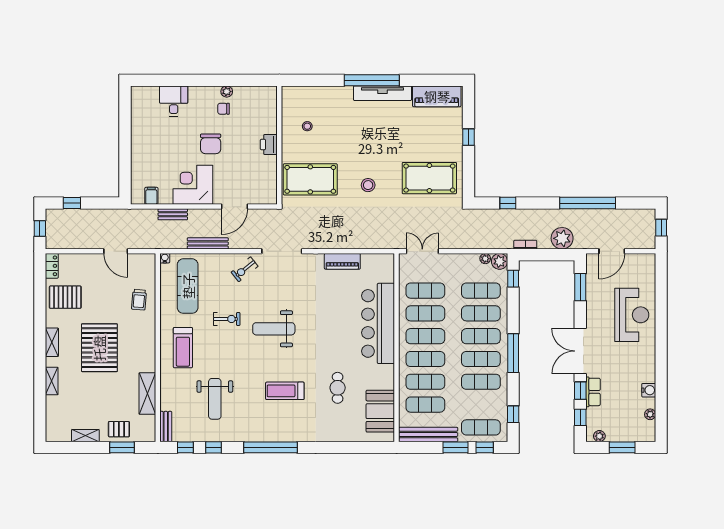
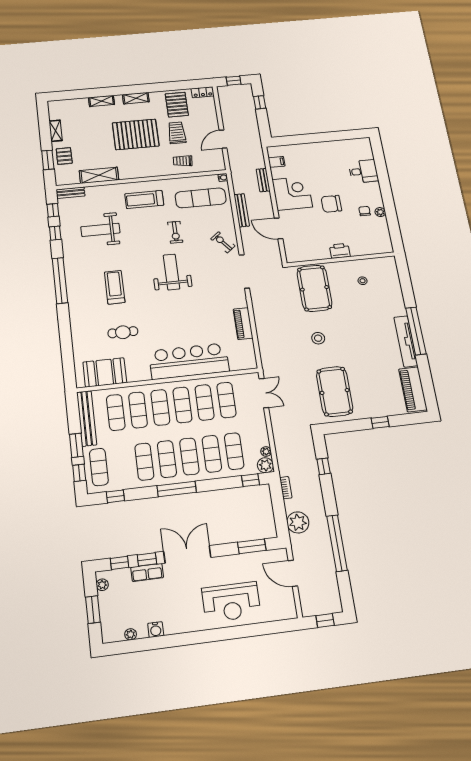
trolley: (102, 302) -> (177, 133), added

